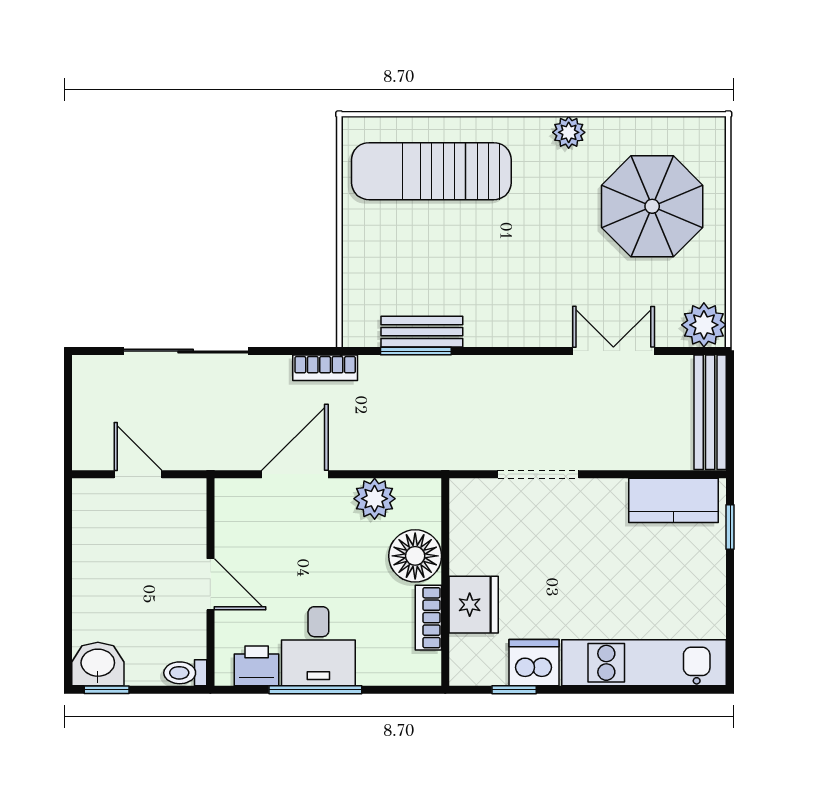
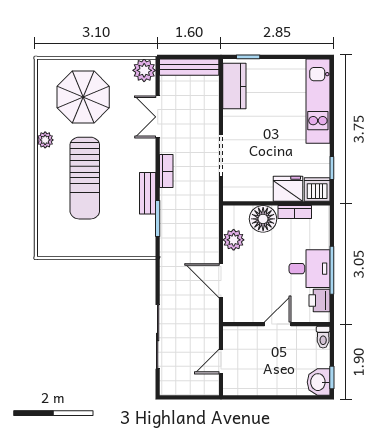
sun lounger: (431, 171) -> (85, 178), moved
bench: (422, 332) -> (148, 193), moved
bookcase: (325, 368) -> (166, 171), moved
dishwasher: (534, 663) -> (317, 189), moved, turned 90

